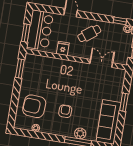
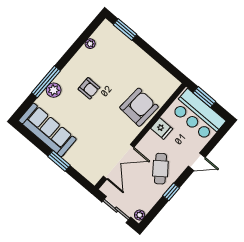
window: (120, 21) -> (171, 192), moved
double door: (101, 63) -> (119, 162), width x1.37
window: (20, 69) -> (125, 29), moved
armchair: (34, 106) -> (139, 107), moved

